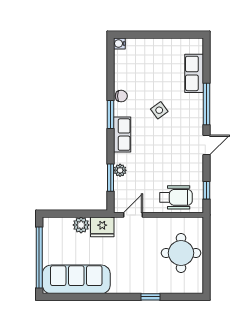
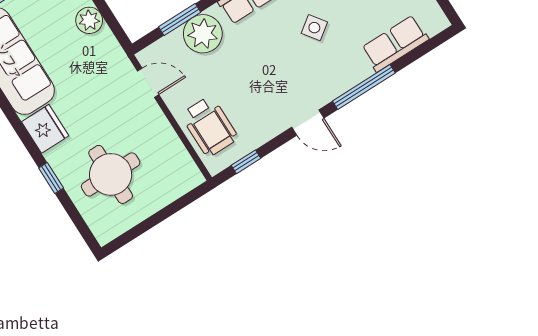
plant: (120, 170) -> (203, 34), width x1.87, depth x1.87
fridge: (102, 227) -> (45, 129), moved, turned 180
round table: (181, 253) -> (111, 174), moved

